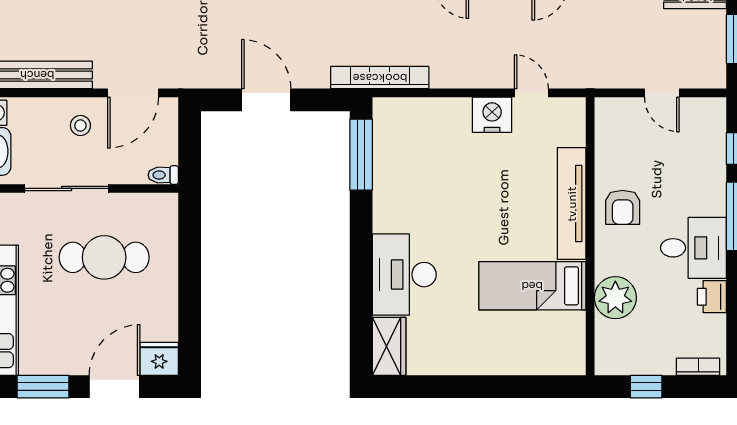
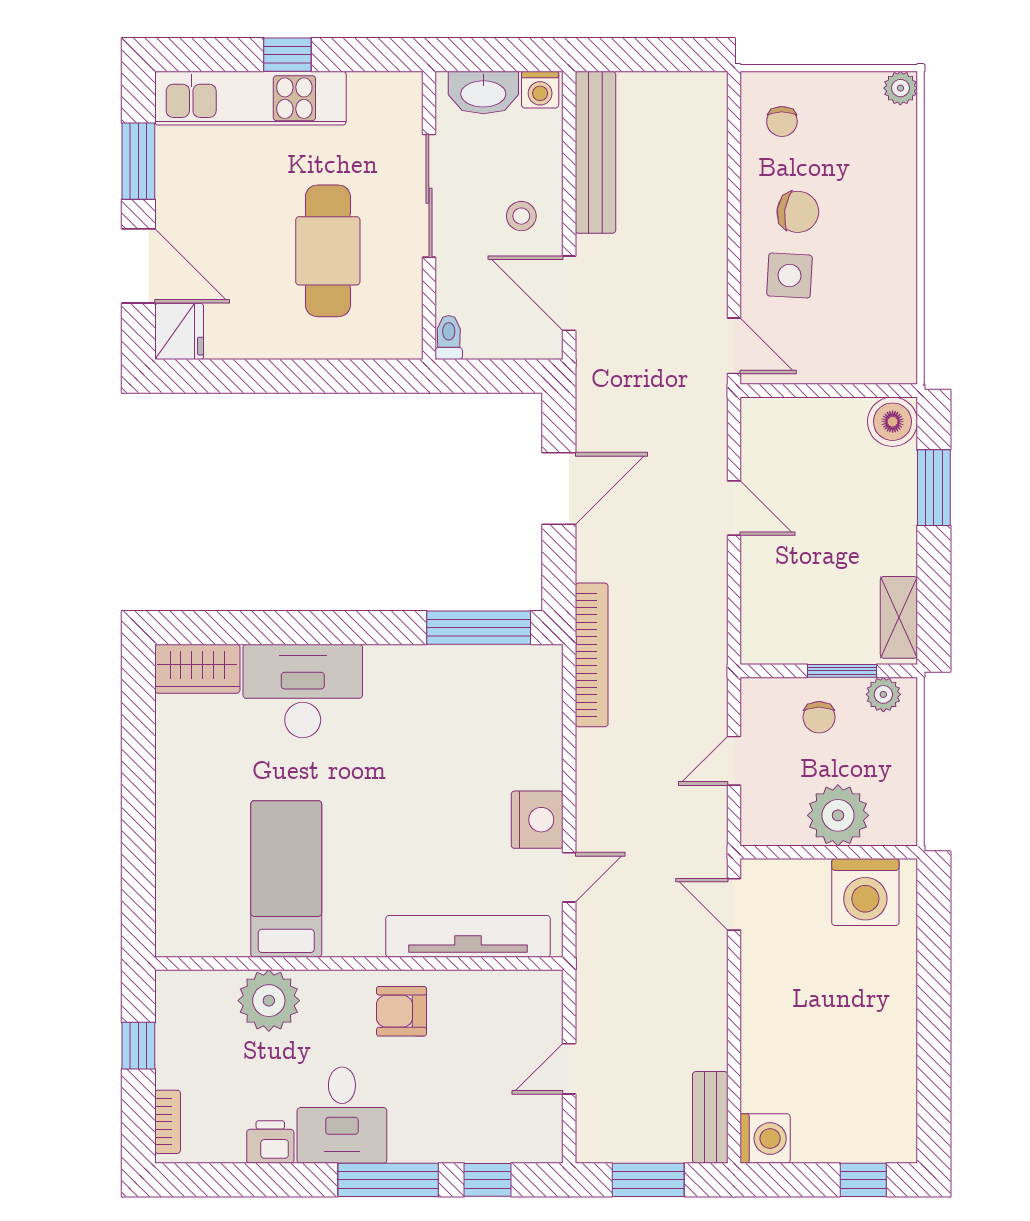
tv unit: (572, 204) -> (468, 936), moved

